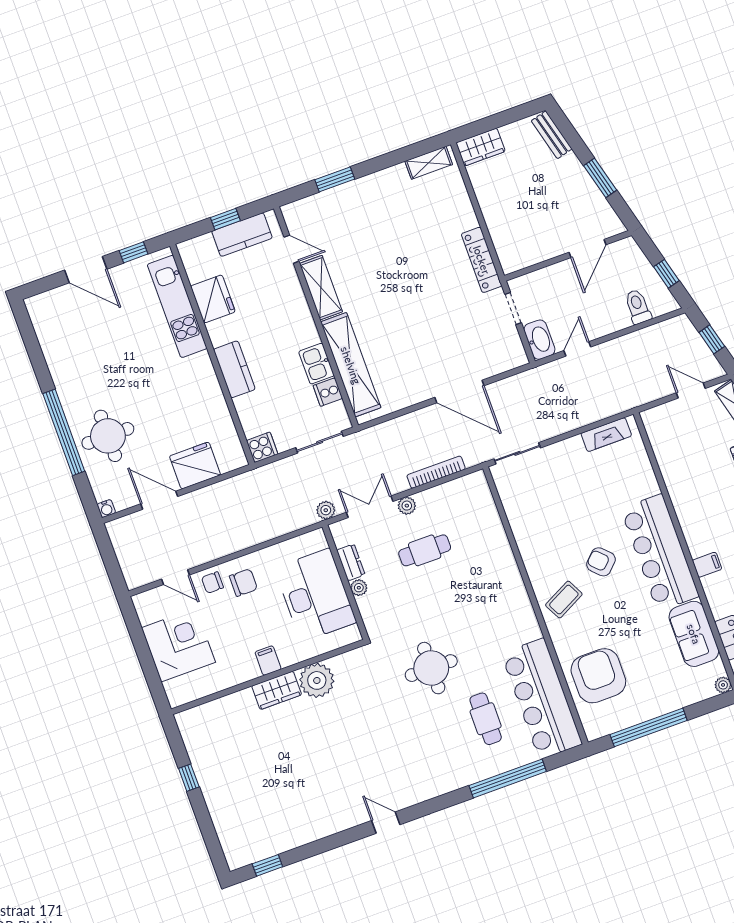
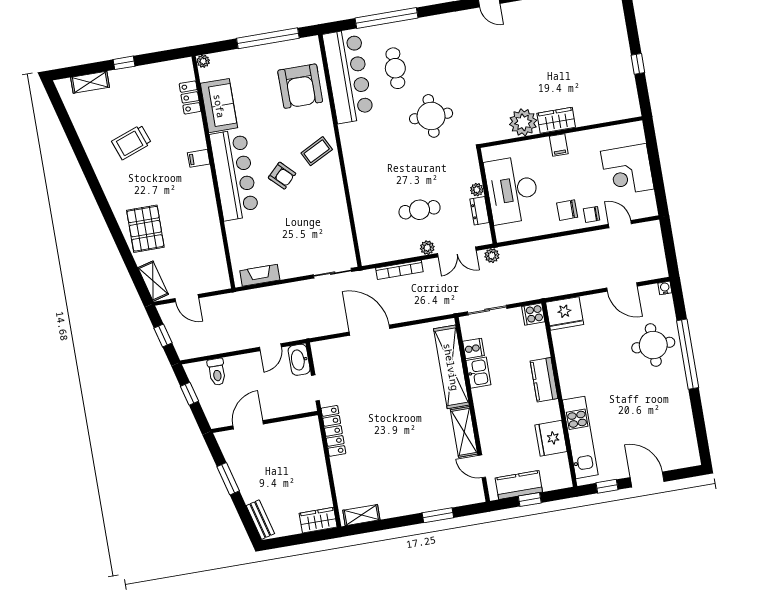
fridge: (195, 465) -> (565, 313), moved
chair: (212, 583) -> (592, 214), turned 180

